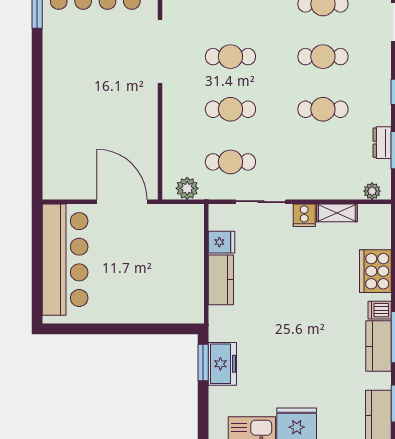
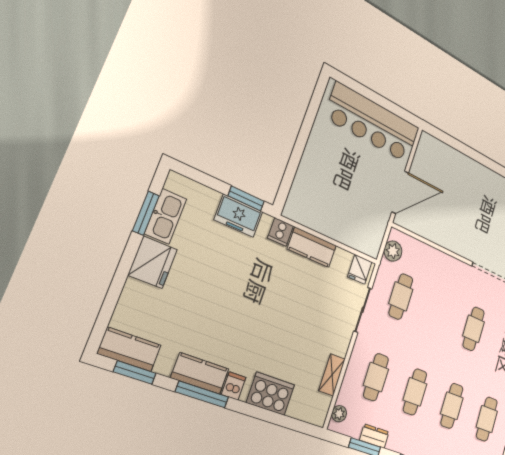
cafe table: (230, 109) -> (376, 377), moved
cooker: (304, 215) -> (281, 232), moved, turned -90
fridge: (221, 242) -> (360, 269), moved

